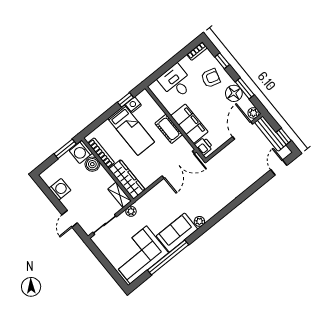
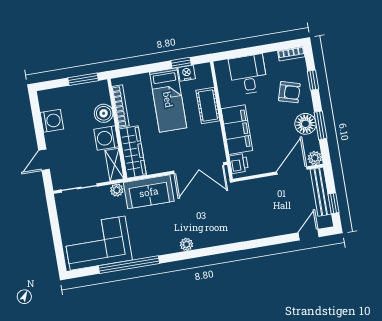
cot: (169, 129) -> (208, 105), moved
washing machine: (81, 152) -> (106, 138), moved
sofa: (177, 233) -> (149, 192), moved, turned 180

